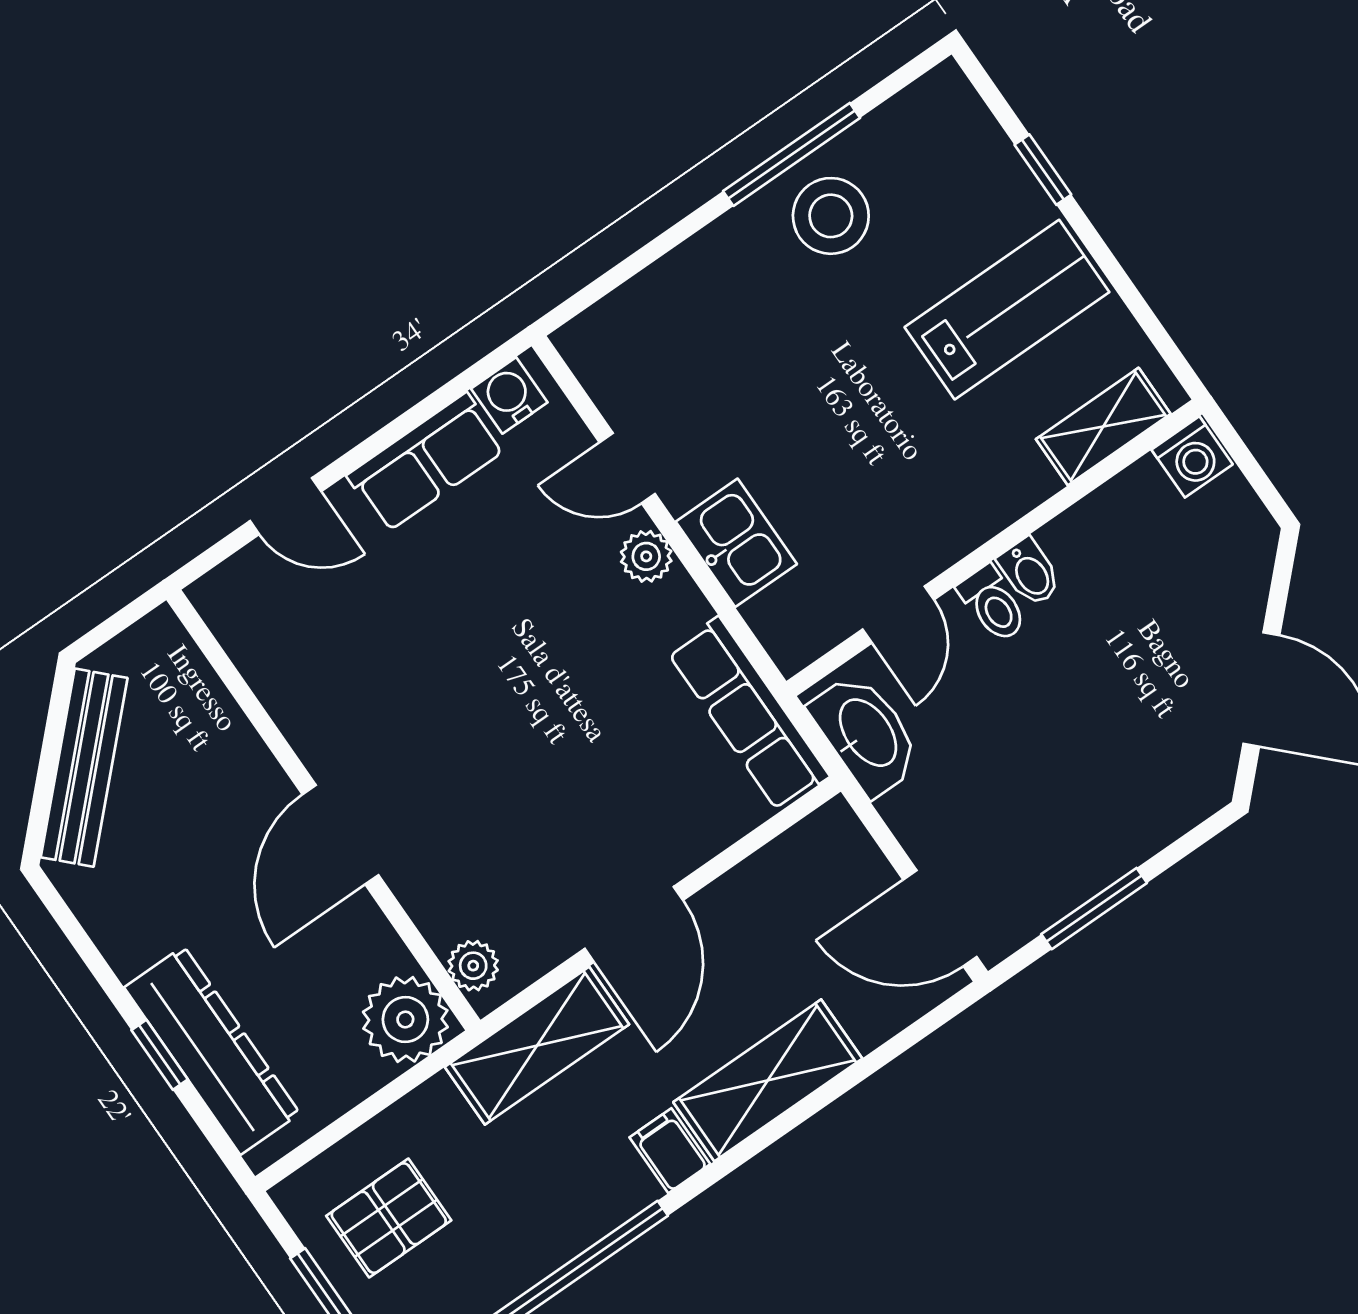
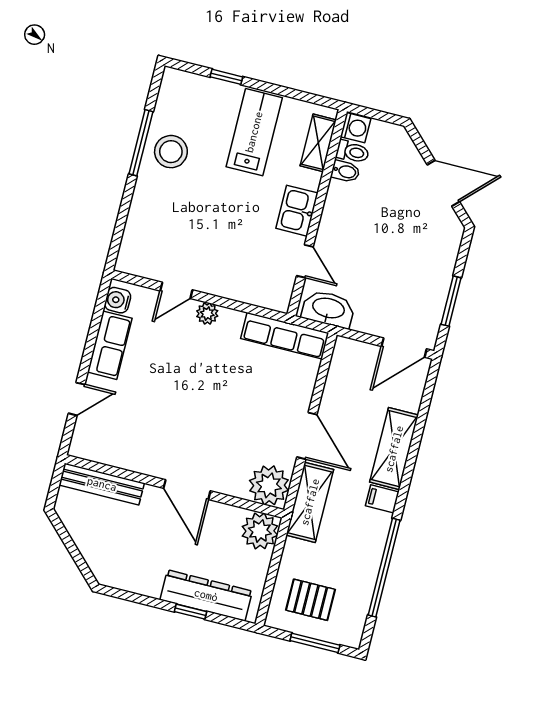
kitchen sink: (736, 543) -> (297, 211), moved, turned -90
bidet: (1030, 572) -> (345, 171), moved
toilet: (993, 604) -> (353, 152), moved
bench: (84, 768) -> (102, 484), moved, turned -45
plant: (473, 966) -> (269, 485), width x1.87, depth x1.87
pallet: (389, 1218) -> (310, 600), turned 90

